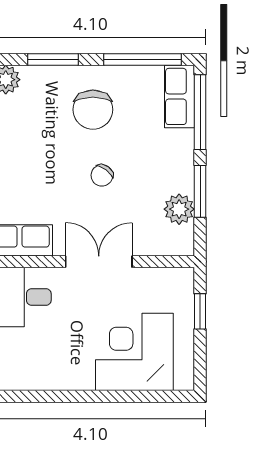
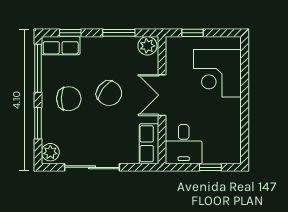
window: (200, 112) -> (70, 33), width x0.46
chair: (102, 175) -> (109, 93), width x1.87, depth x1.87
plant: (179, 209) -> (147, 46), moved

